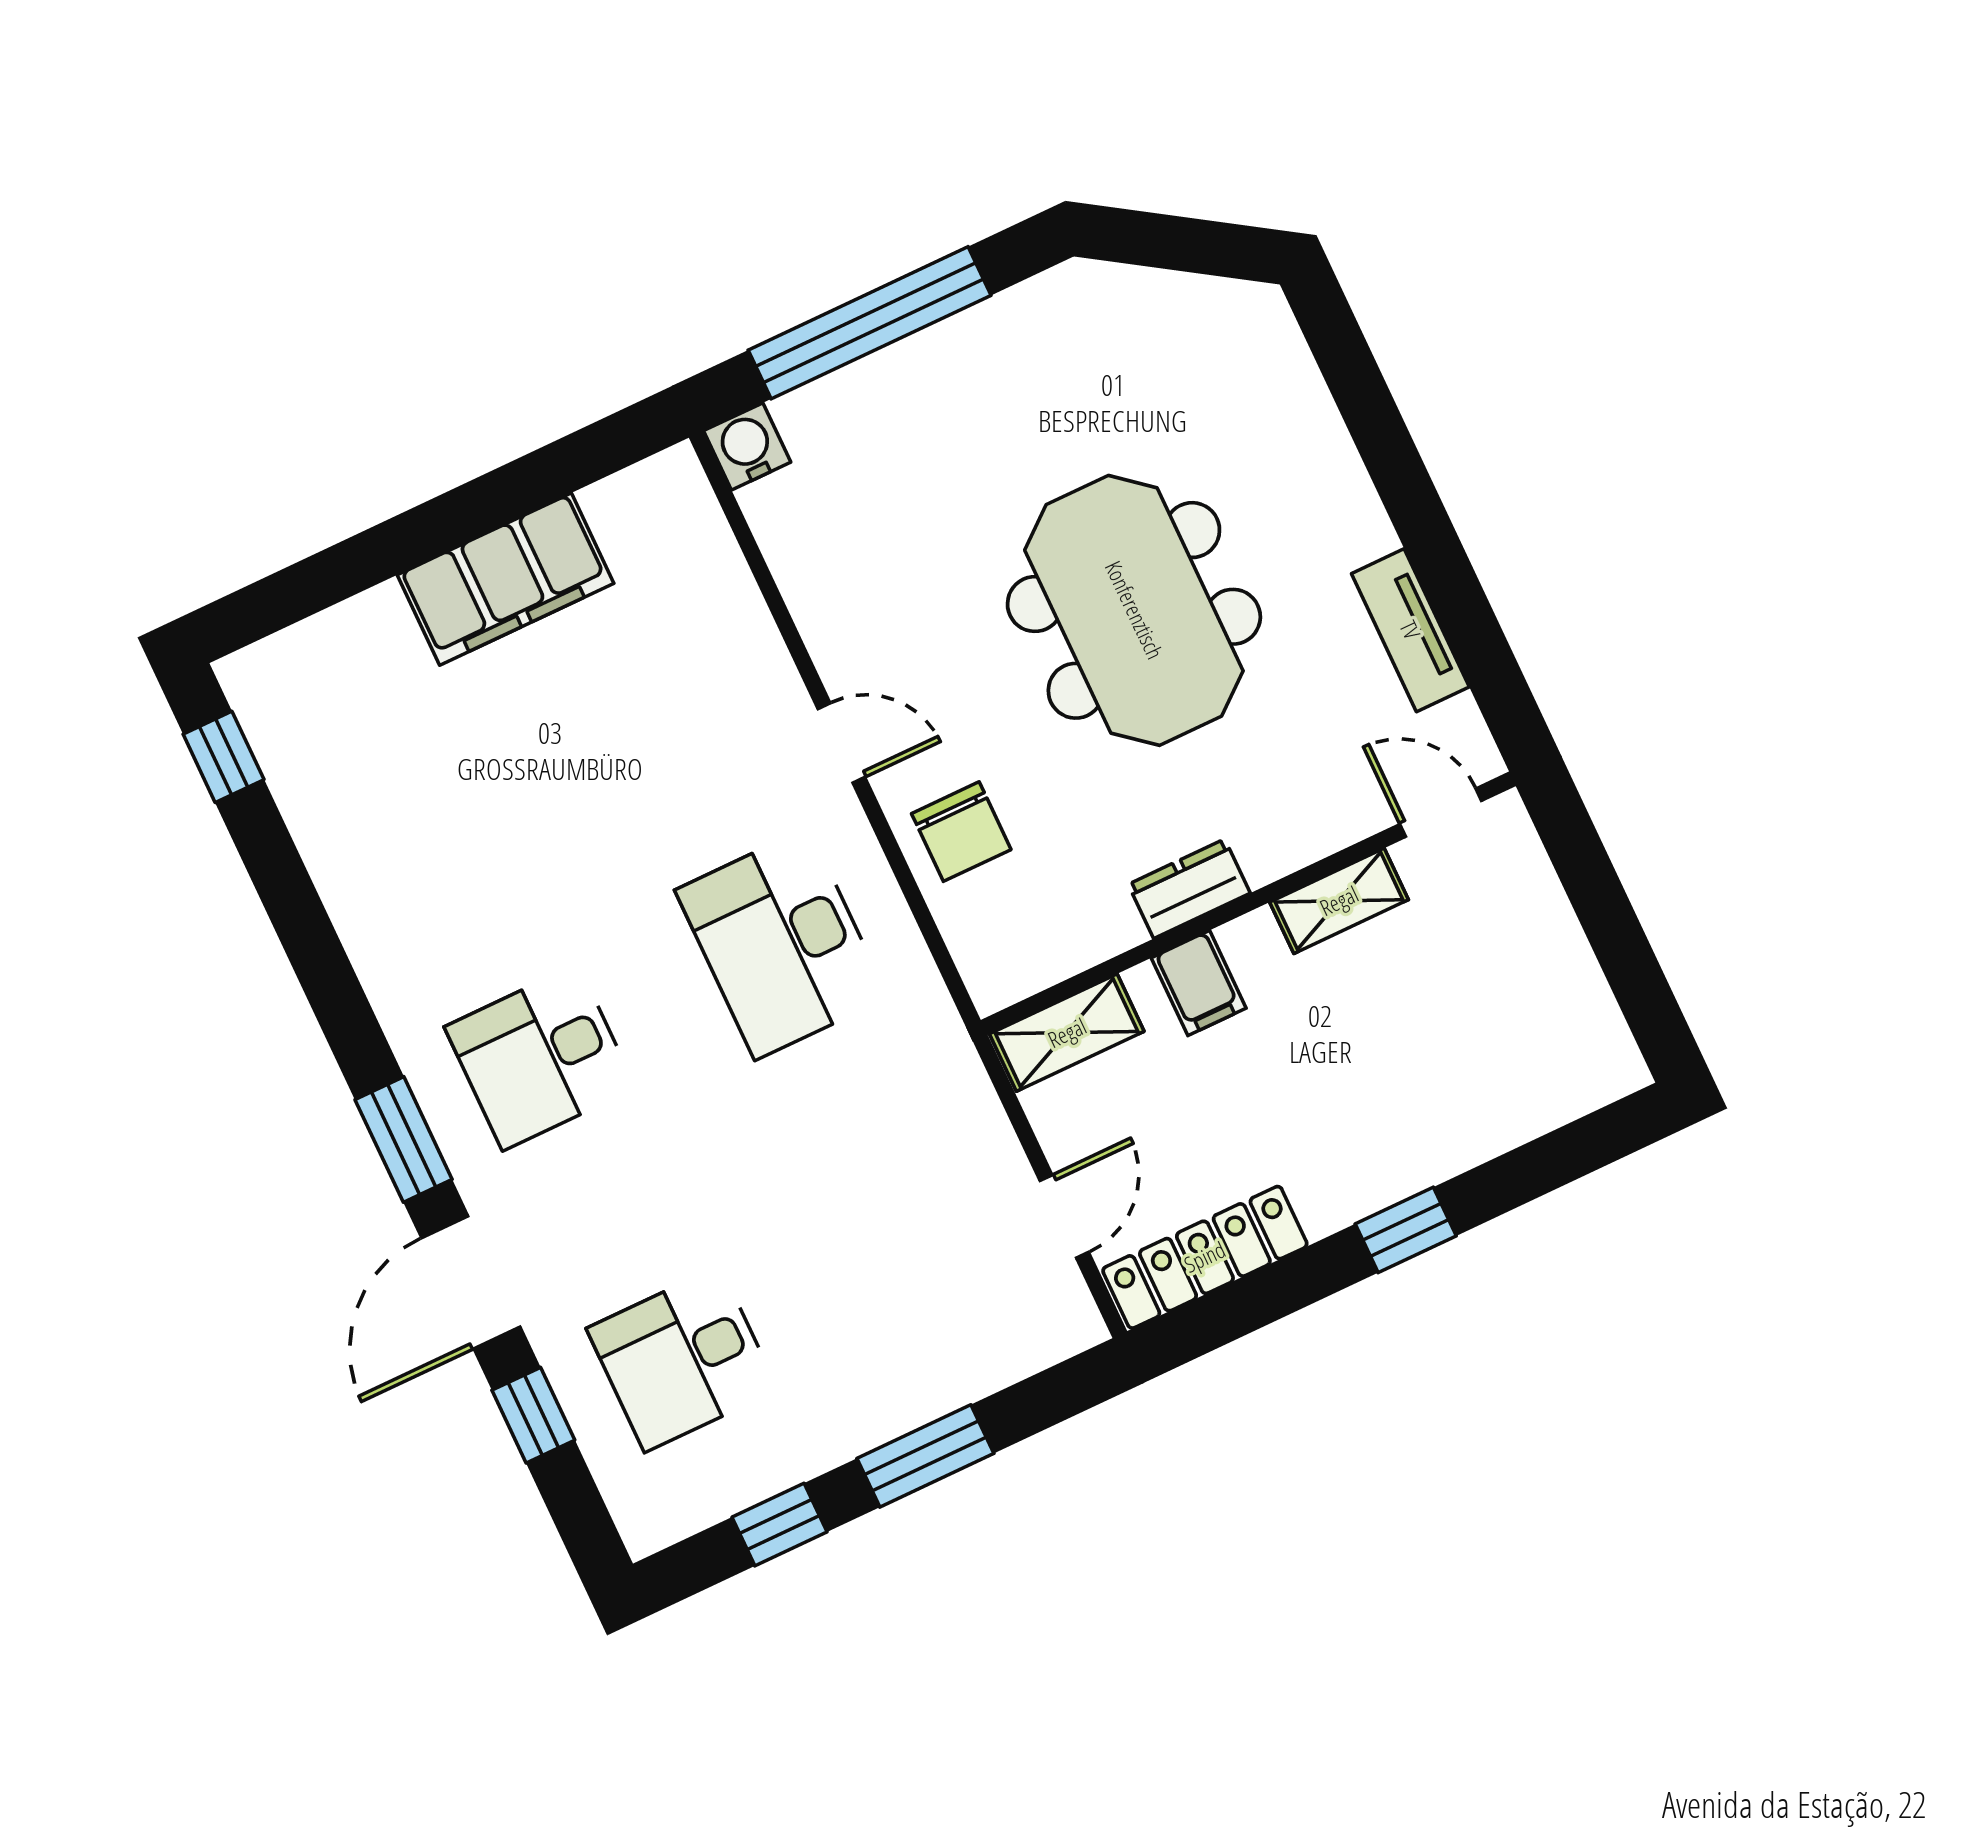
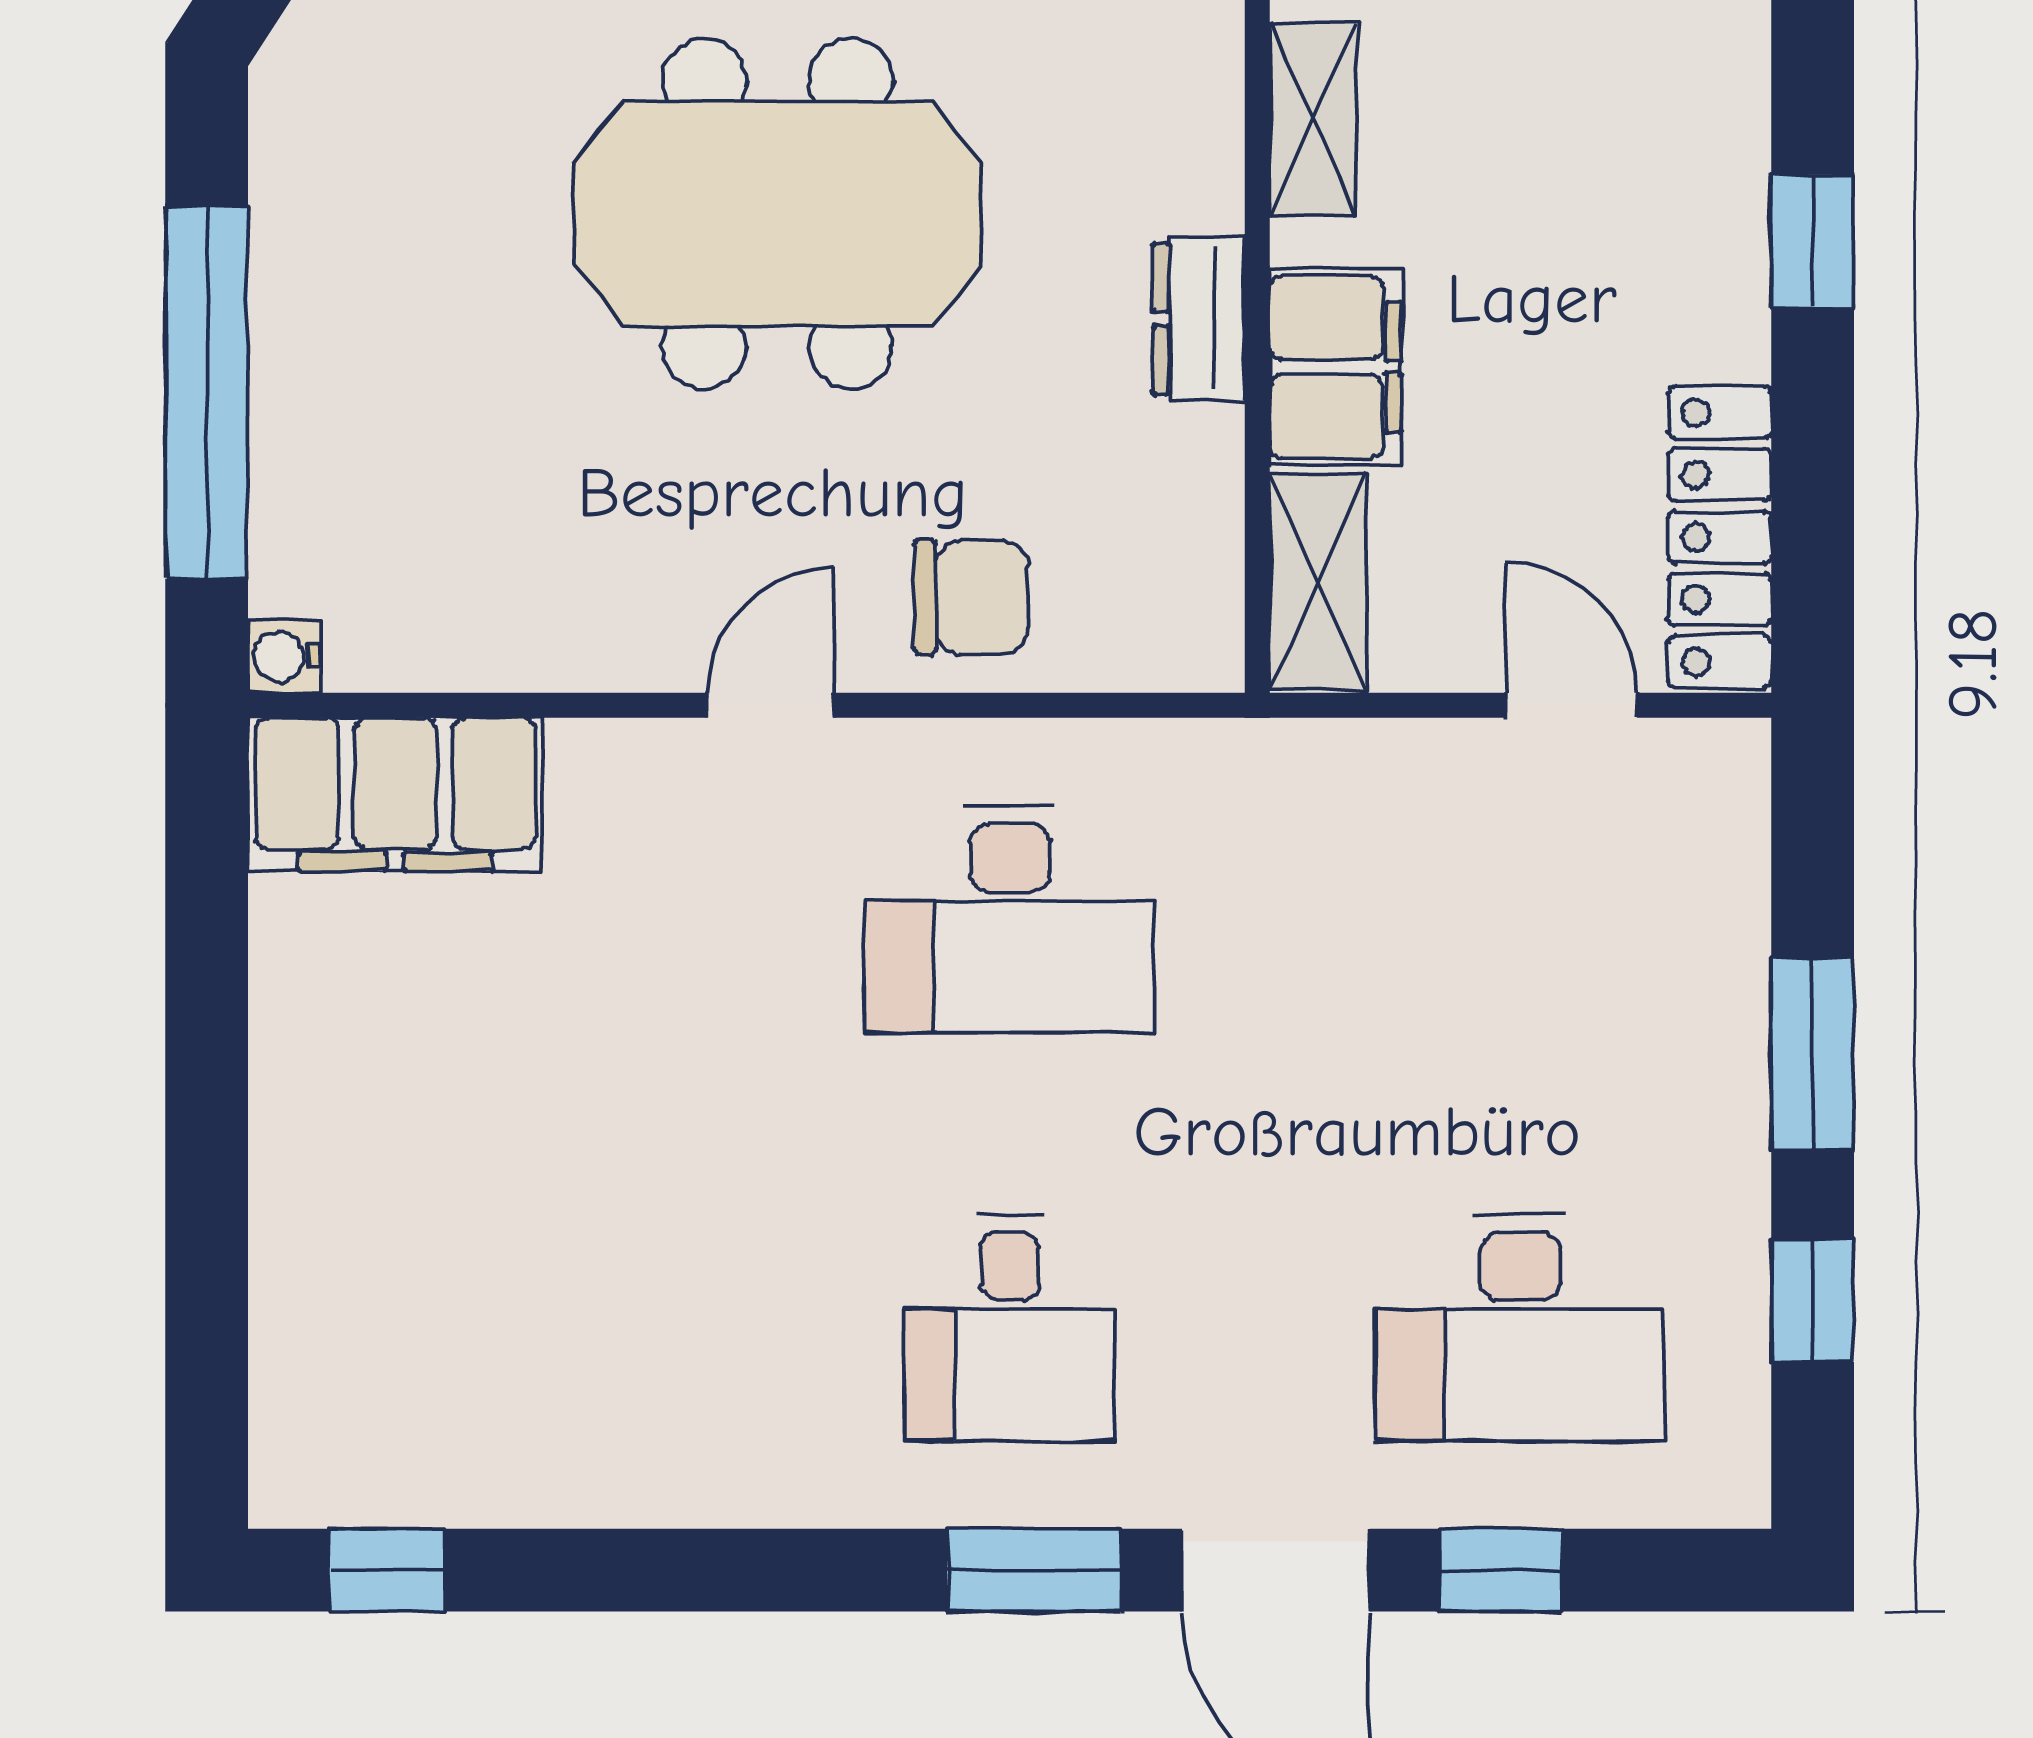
water cooler: (747, 446) -> (284, 657), width x0.72, depth x0.72
filing cabinet: (505, 579) -> (395, 794), moved, turned 90
filing cabinet: (1199, 983) -> (1336, 367), width x2.00
desk: (682, 1359) -> (1520, 1327), width x1.37

